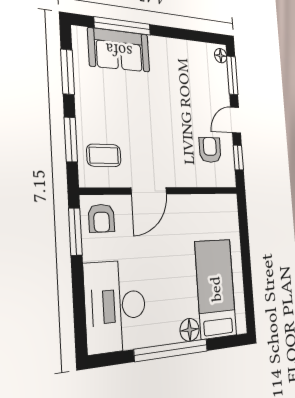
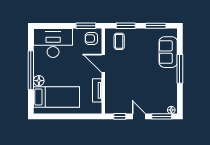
window: (123, 26) -> (180, 69), moved
armchair: (210, 150) -> (123, 99), removed
tv unit: (198, 204) -> (97, 90), added

